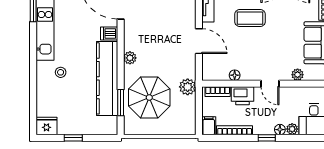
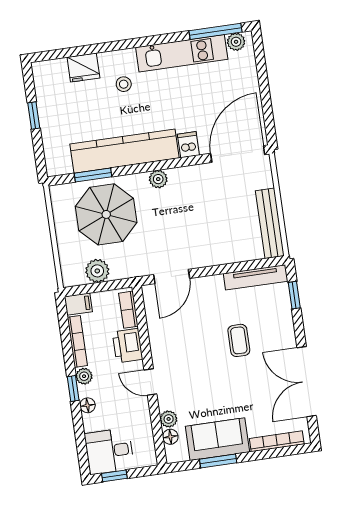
coffee table: (250, 18) -> (239, 340), width x0.73, depth x0.77
door: (199, 41) -> (172, 277), moved
floor lamp: (235, 75) -> (170, 437), moved
door: (270, 84) -> (150, 382), hinge flipped
plant: (188, 87) -> (97, 271), moved
fridge: (46, 126) -> (83, 68), moved, turned 90
plant: (292, 129) -> (84, 376), moved

